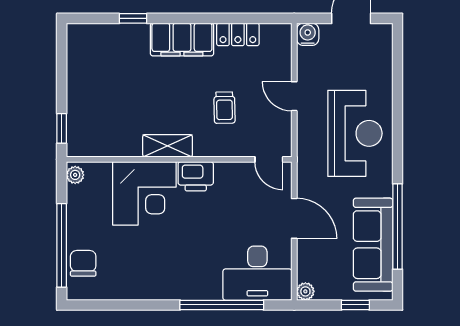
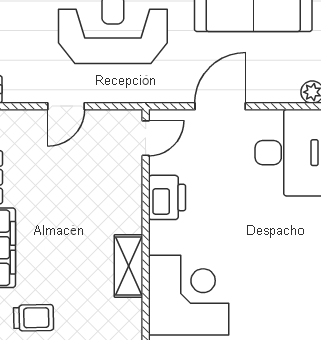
trolley: (224, 108) -> (34, 318), moved
printer: (196, 176) -> (167, 197), moved

